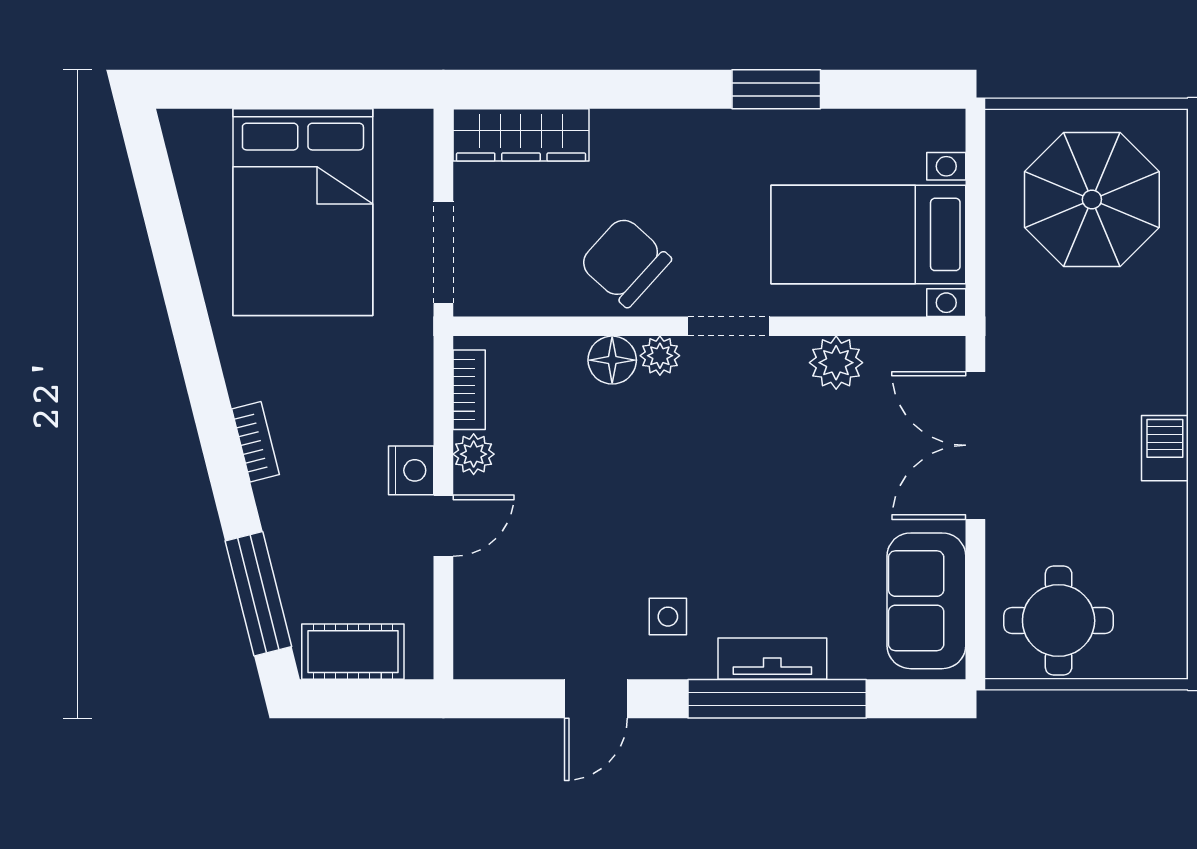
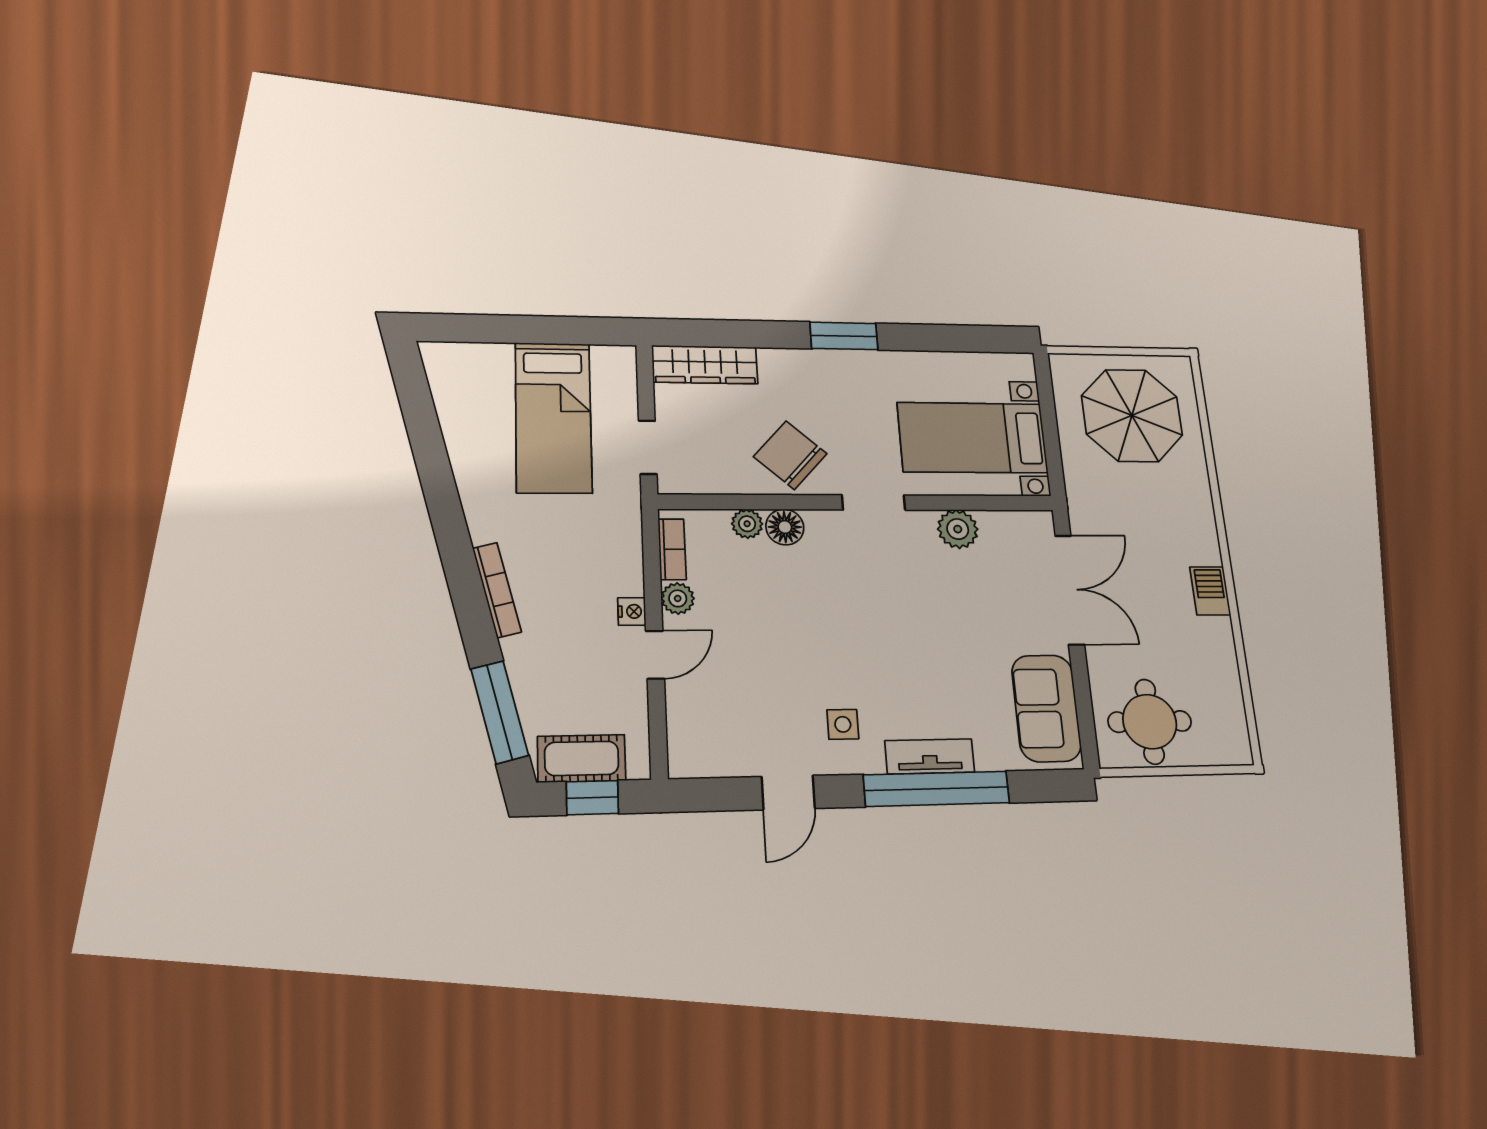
window: (776, 89) -> (844, 336), moved
bed: (303, 212) -> (553, 417), width x0.67
doorway: (443, 252) -> (648, 447), width x0.73
plant: (660, 356) -> (747, 524), moved
bookcase: (256, 442) -> (497, 590), width x1.56
double door: (975, 445) -> (1070, 590), swing flipped
nightstand: (411, 470) -> (632, 611), width x0.72, depth x0.74
window: (365, 699) -> (592, 798), added

